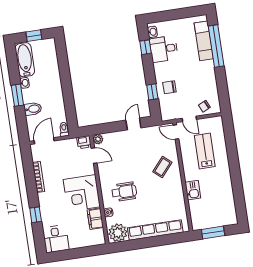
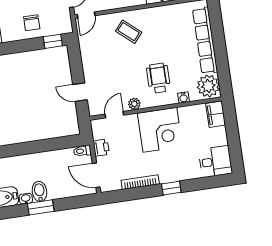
window: (152, 92) -> (53, 41), moved
bidet: (33, 109) -> (39, 191), moved
door: (133, 124) -> (80, 92), moved
plant: (98, 139) -> (134, 104), moved
printer: (84, 142) -> (101, 148), moved
window: (36, 215) -> (171, 188), moved
filing cabinet: (95, 219) -> (216, 114), moved, turned 90

